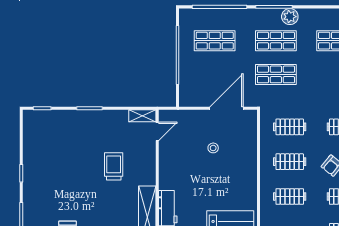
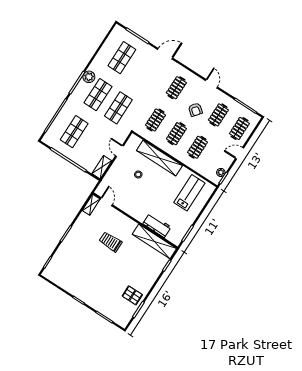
shelving: (194, 100) -> (102, 167), added
door: (226, 108) -> (119, 151), width x0.53
shelving: (248, 160) -> (159, 158), added

